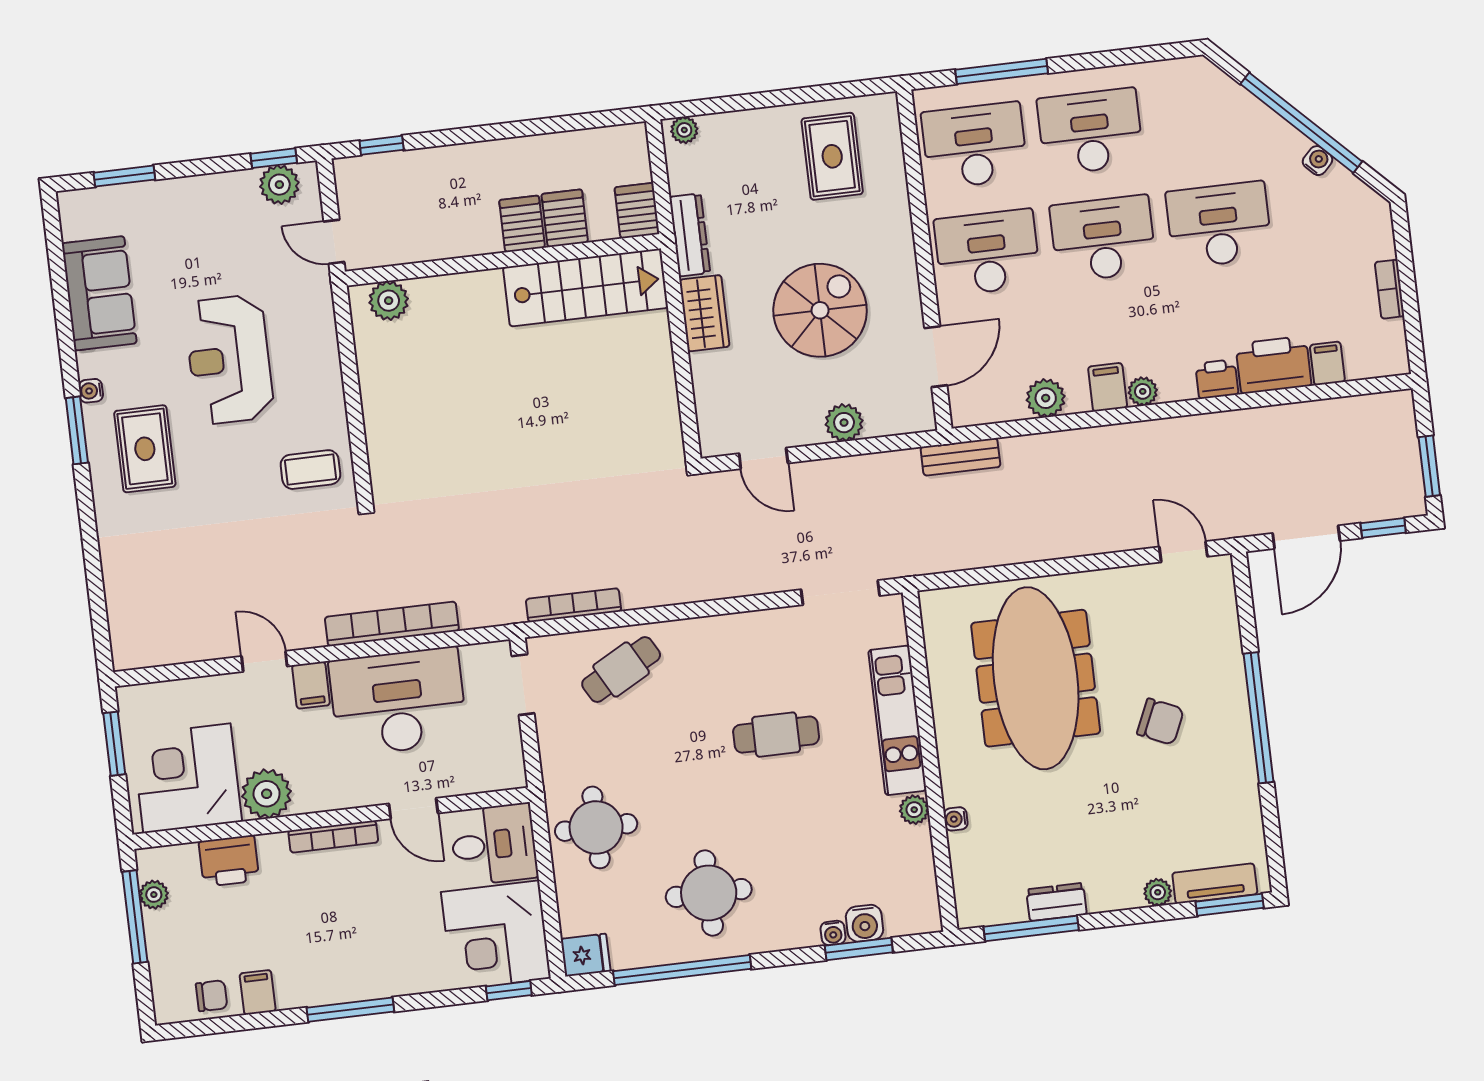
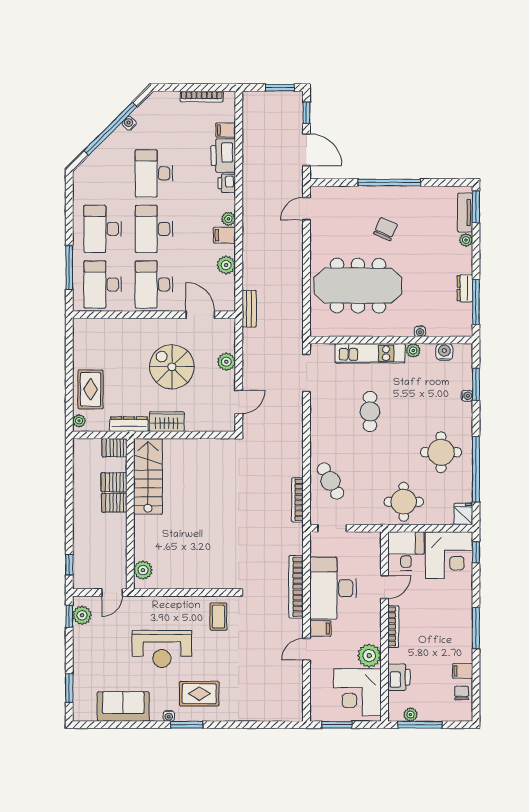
rug: (832, 156) -> (91, 389), moved, turned 90
bookcase: (1389, 289) -> (202, 96), width x1.56
water cooler: (865, 923) -> (444, 352), moved, turned -90

